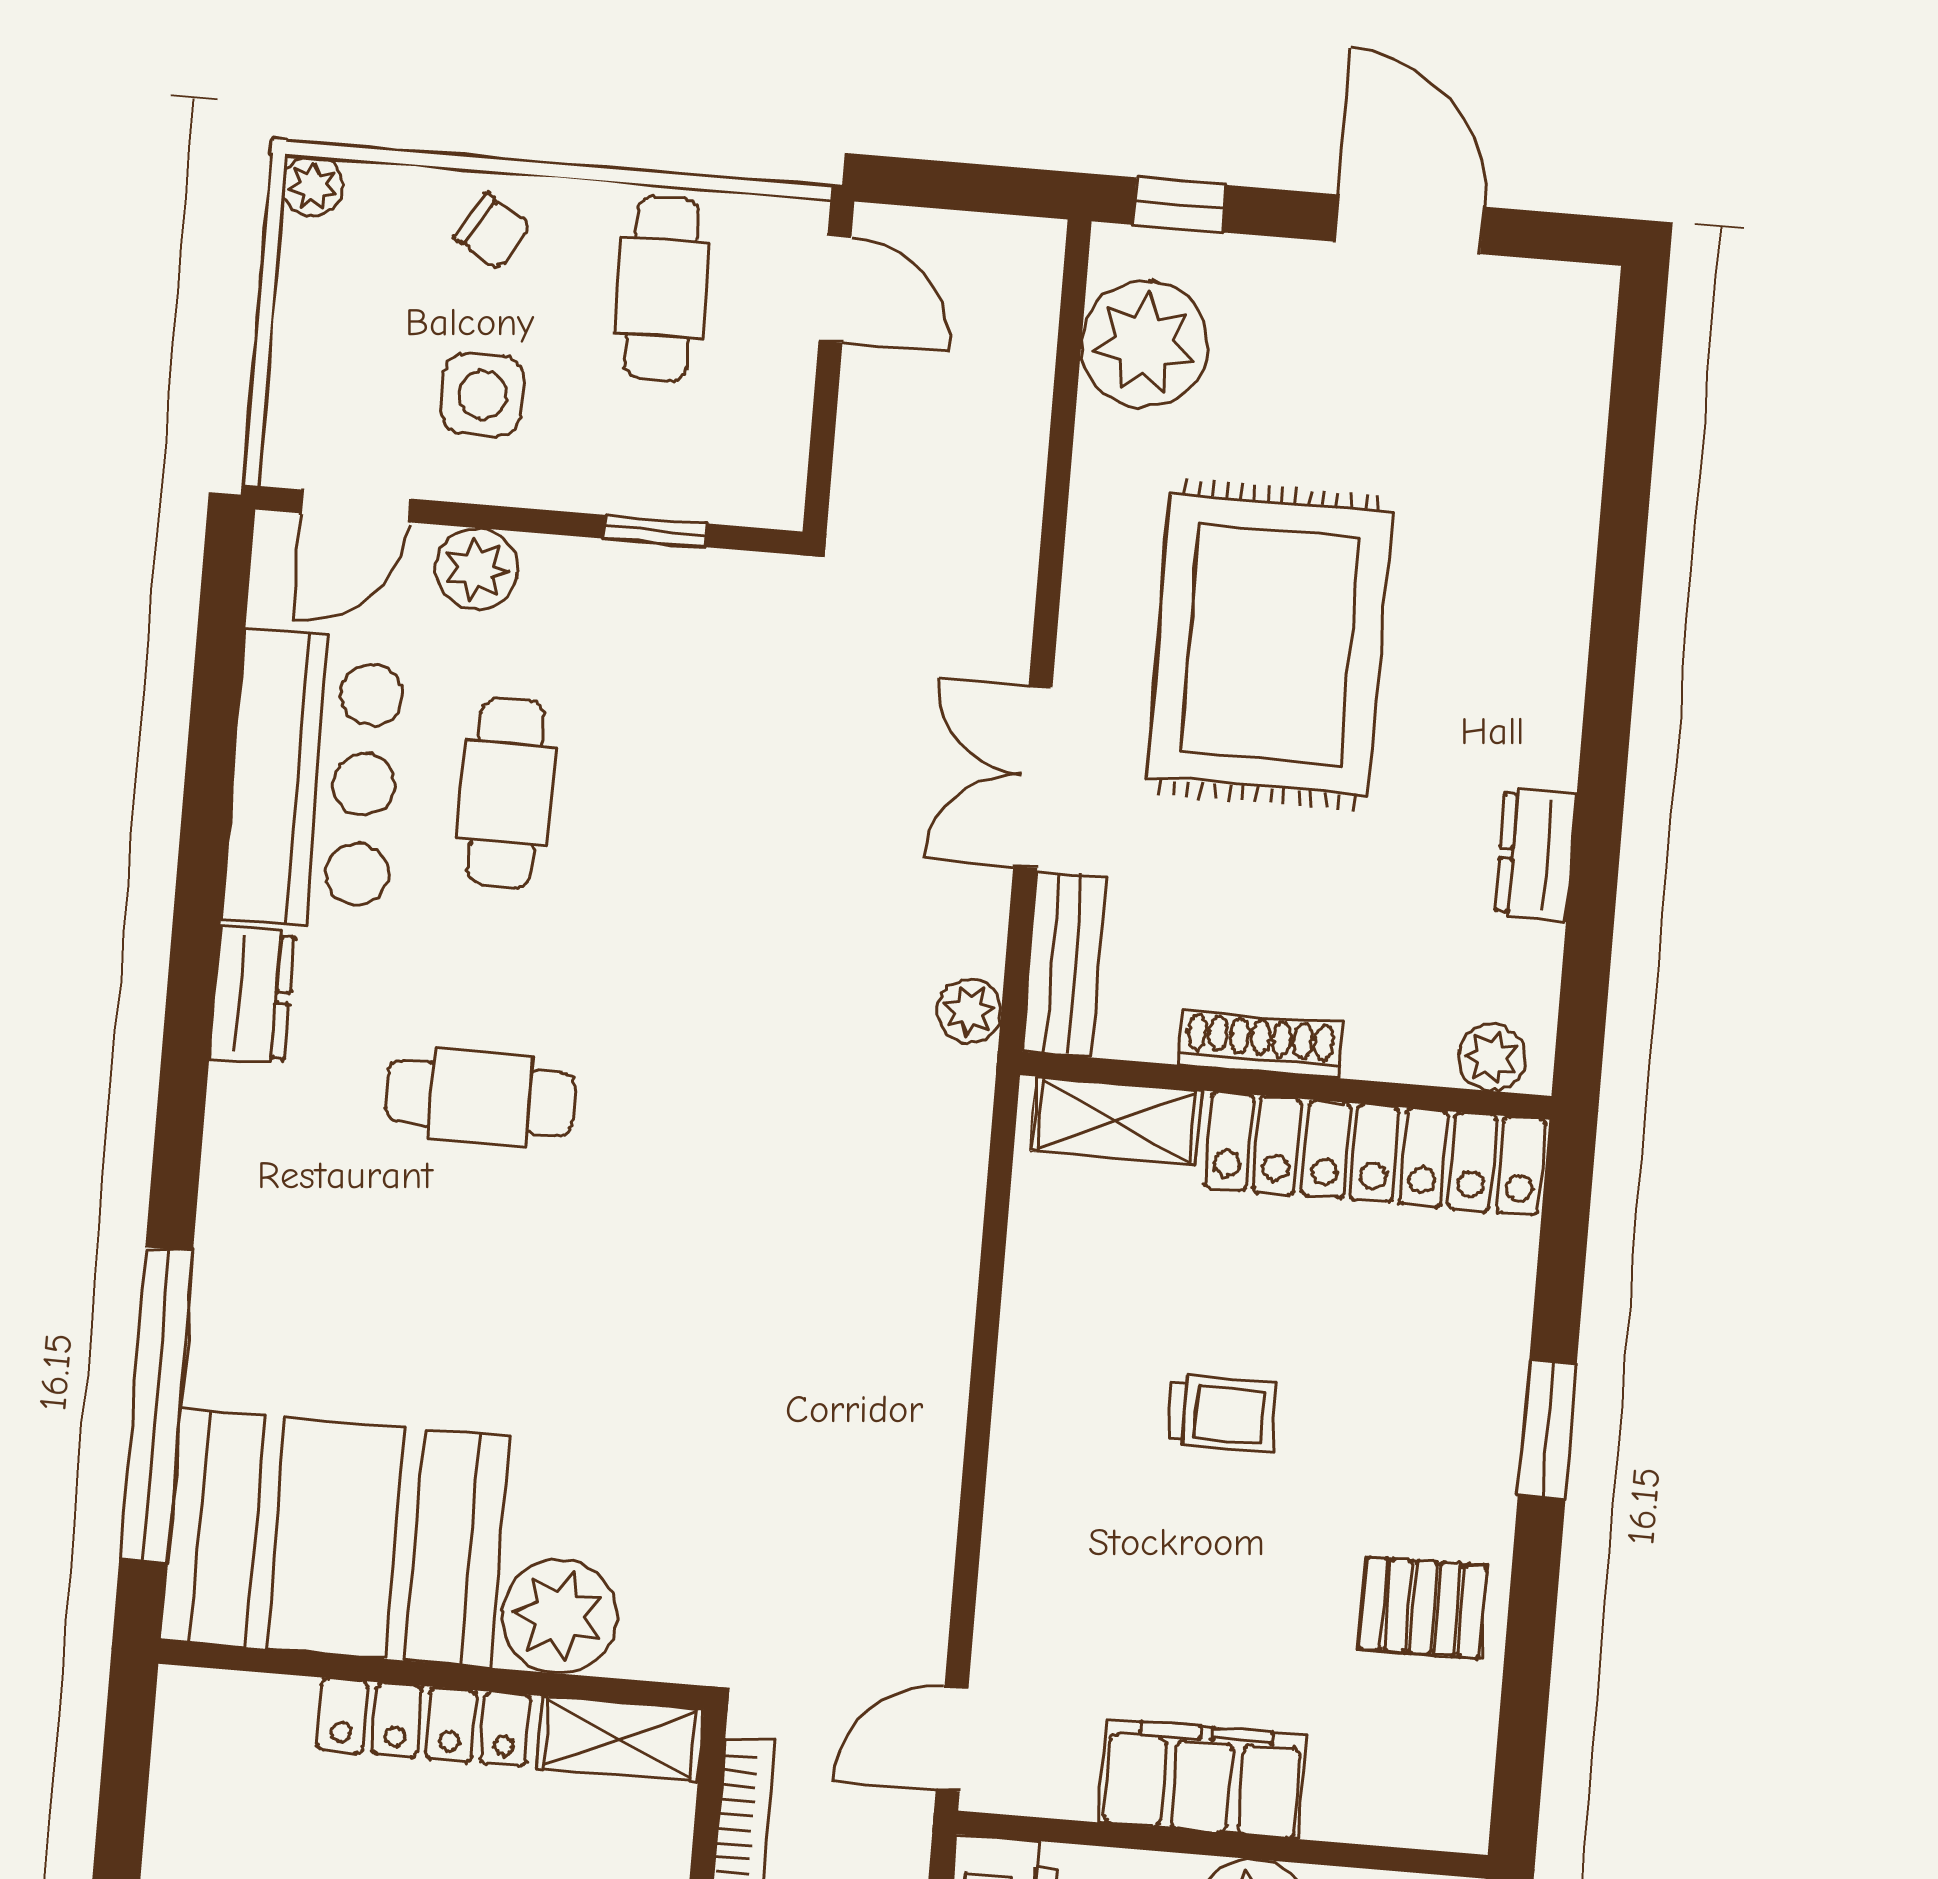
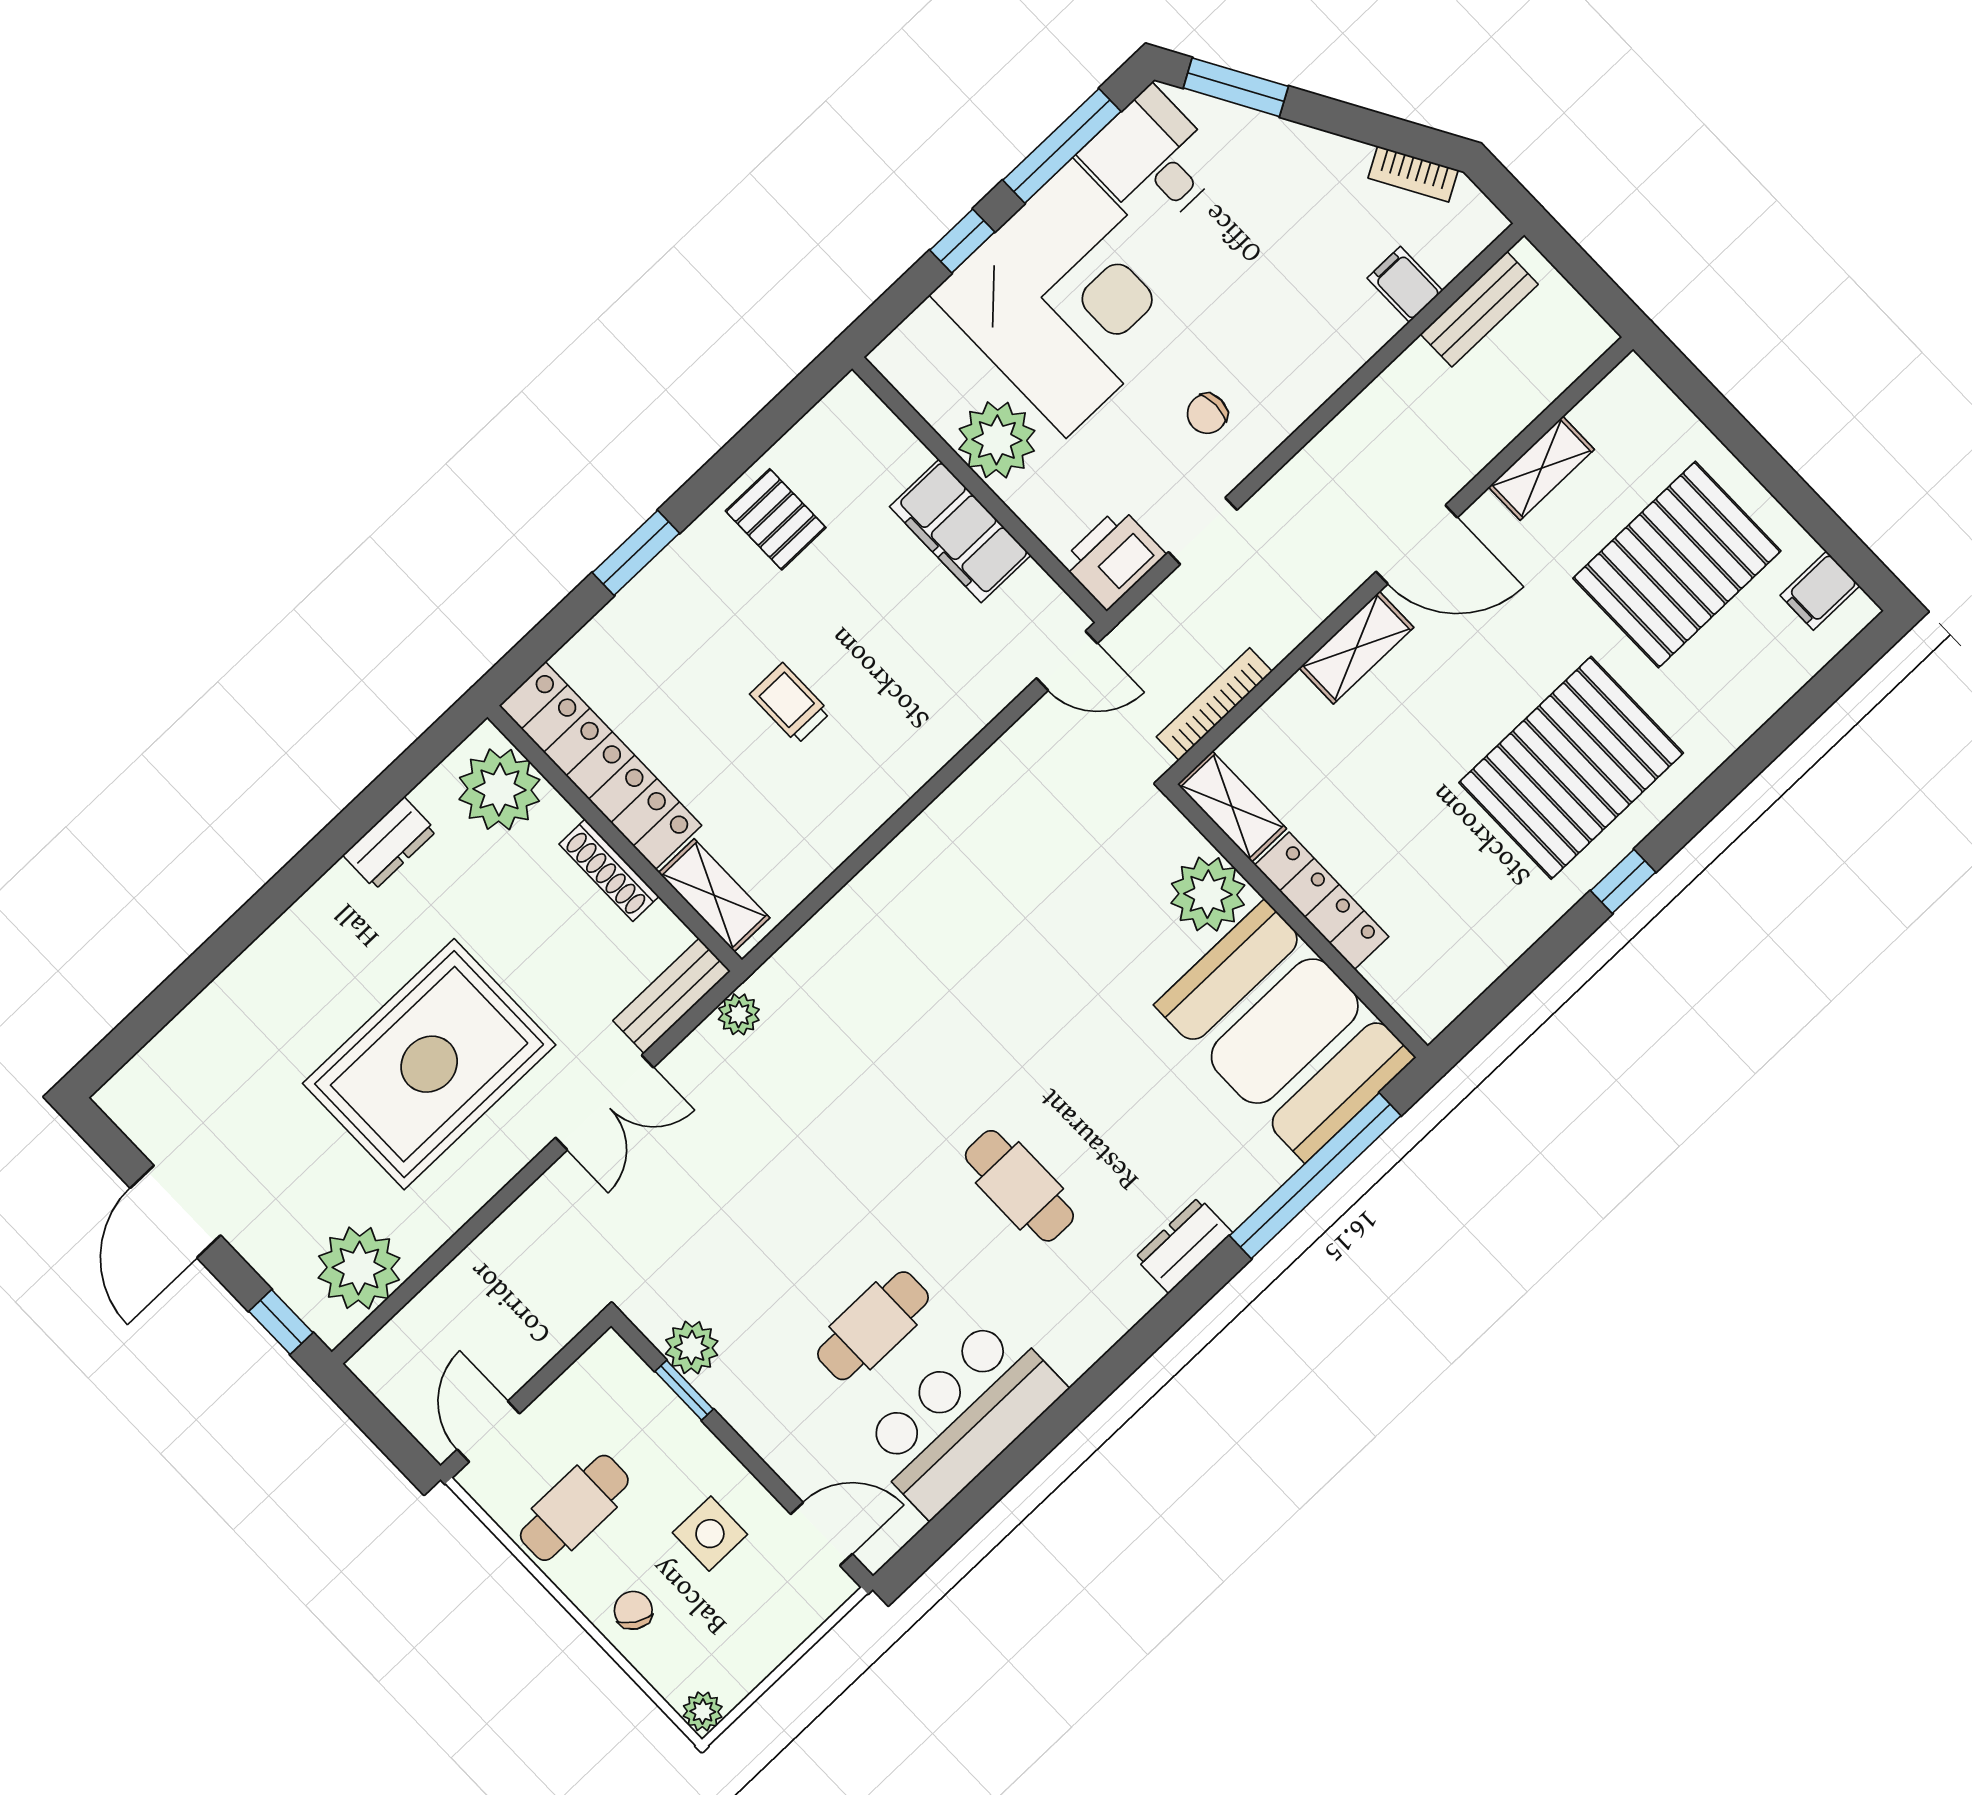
plant: (477, 569) -> (692, 1348), moved
dresser: (252, 995) -> (1184, 1245), moved
plant: (1492, 1057) -> (499, 789), width x1.87, depth x1.87

